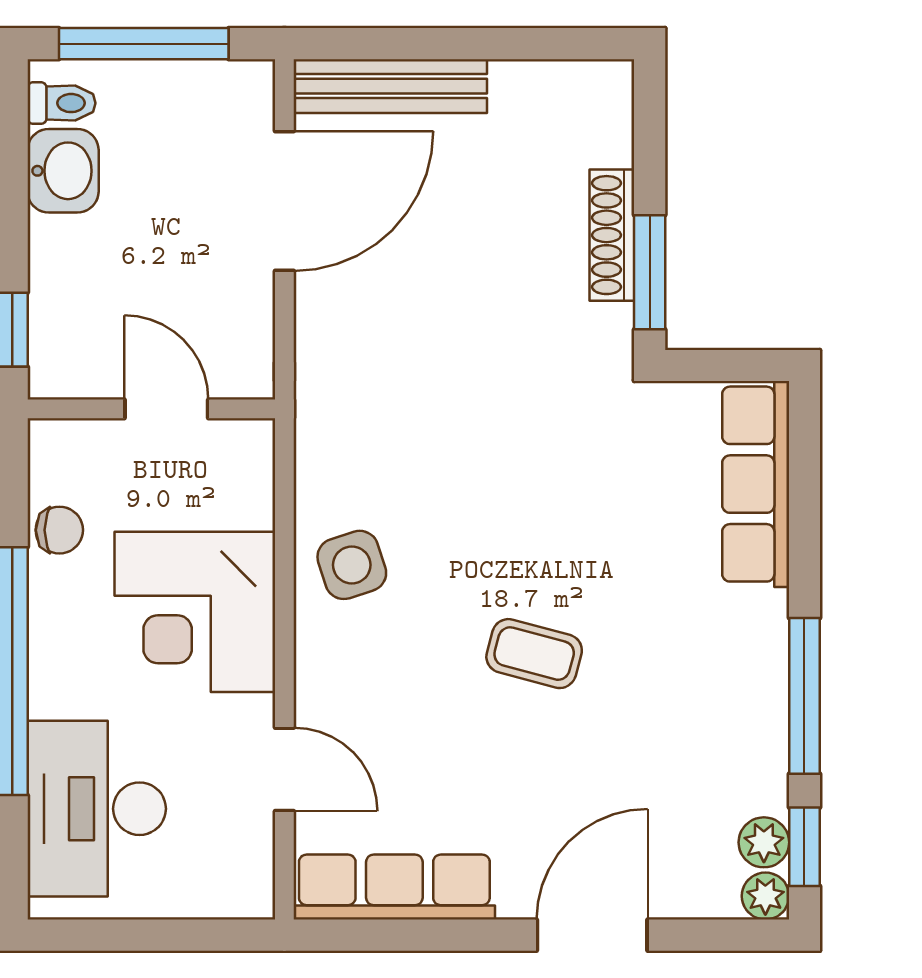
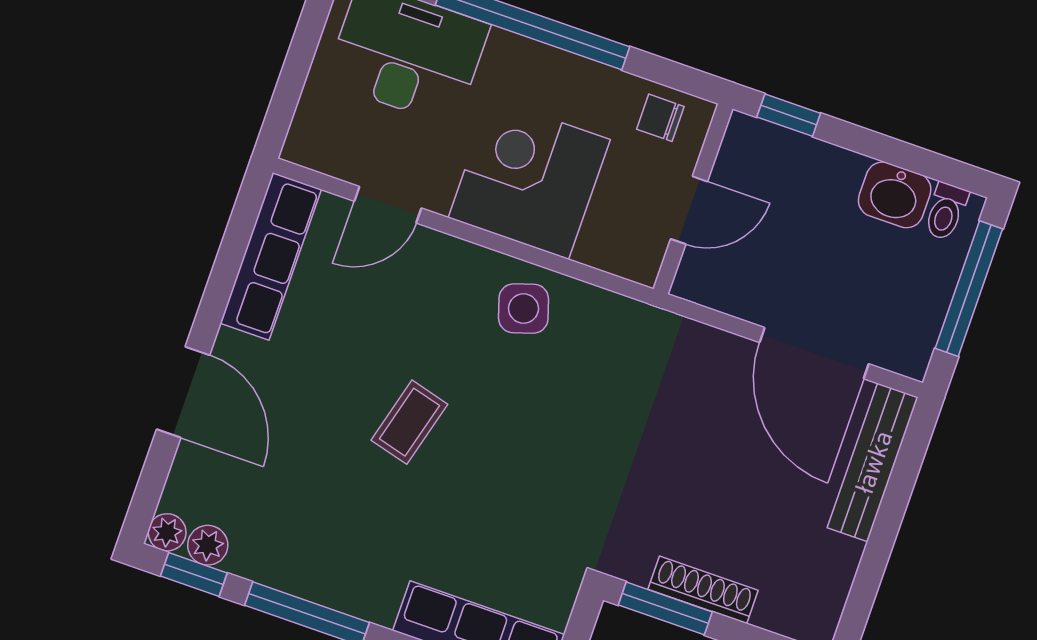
chair: (59, 530) -> (660, 118), moved, turned 90

